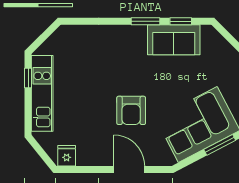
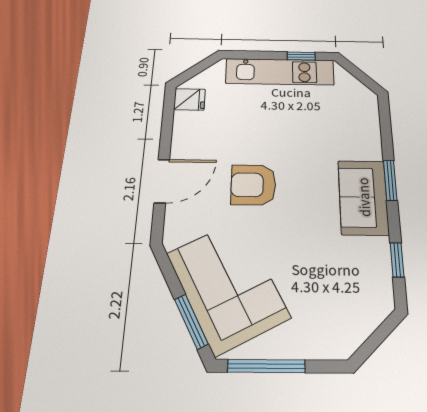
window: (145, 21) -> (390, 180), moved
sofa: (174, 40) -> (363, 197), moved

